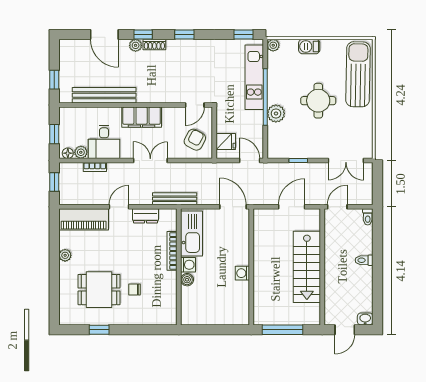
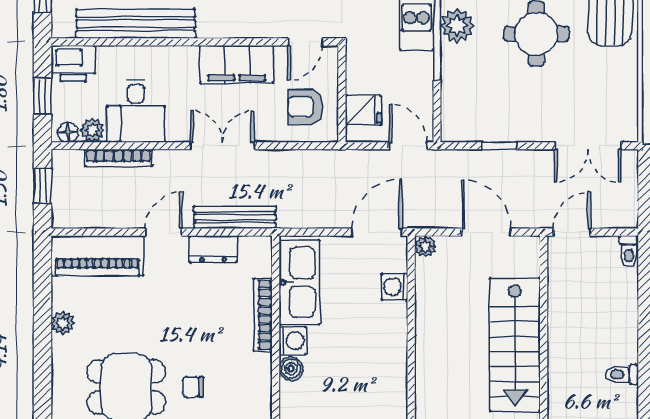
plant: (276, 113) -> (457, 25), moved
printer: (71, 116) -> (73, 63), added
filing cabinet: (142, 117) -> (237, 65), moved
armchair: (195, 140) -> (305, 107), turned -118
bookcase: (95, 167) -> (118, 158), width x1.56
bench: (175, 199) -> (235, 217), moved
door: (233, 207) -> (377, 232), hinge flipped
door: (292, 207) -> (486, 232), hinge flipped
plant: (259, 214) -> (425, 246), added
toilet: (364, 260) -> (622, 374), moved
washing machine: (242, 273) -> (394, 287), moved

